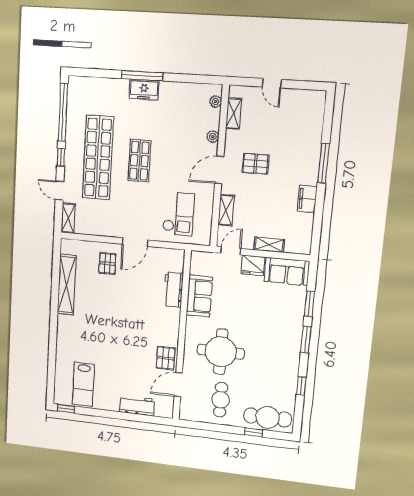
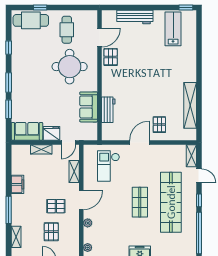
shelving: (234, 113) -> (16, 237), moved
pallet: (265, 128) -> (51, 232), added
workbench: (137, 406) -> (135, 17), width x1.38

